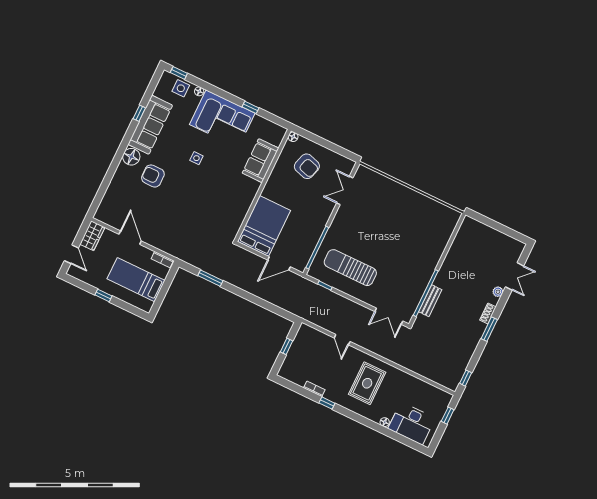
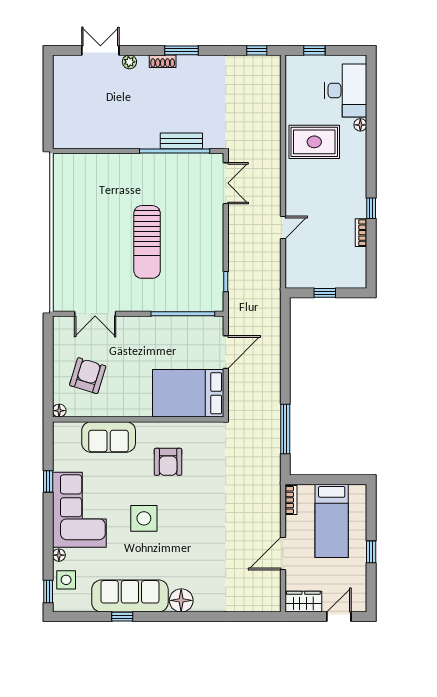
side table: (196, 158) -> (144, 518), width x1.87, depth x1.87
armchair: (153, 176) -> (168, 462), moved
door: (279, 263) -> (226, 352), hinge flipped
sun lounger: (350, 268) -> (147, 242), moved
window: (210, 278) -> (285, 429), width x1.44
rug: (367, 383) -> (314, 142), moved

